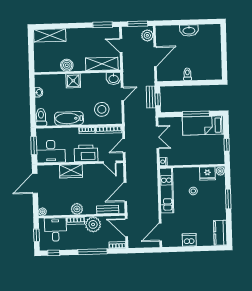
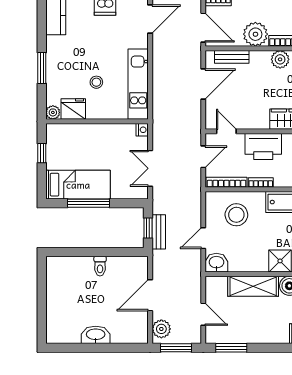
shelving: (102, 64) -> (253, 286), moved

